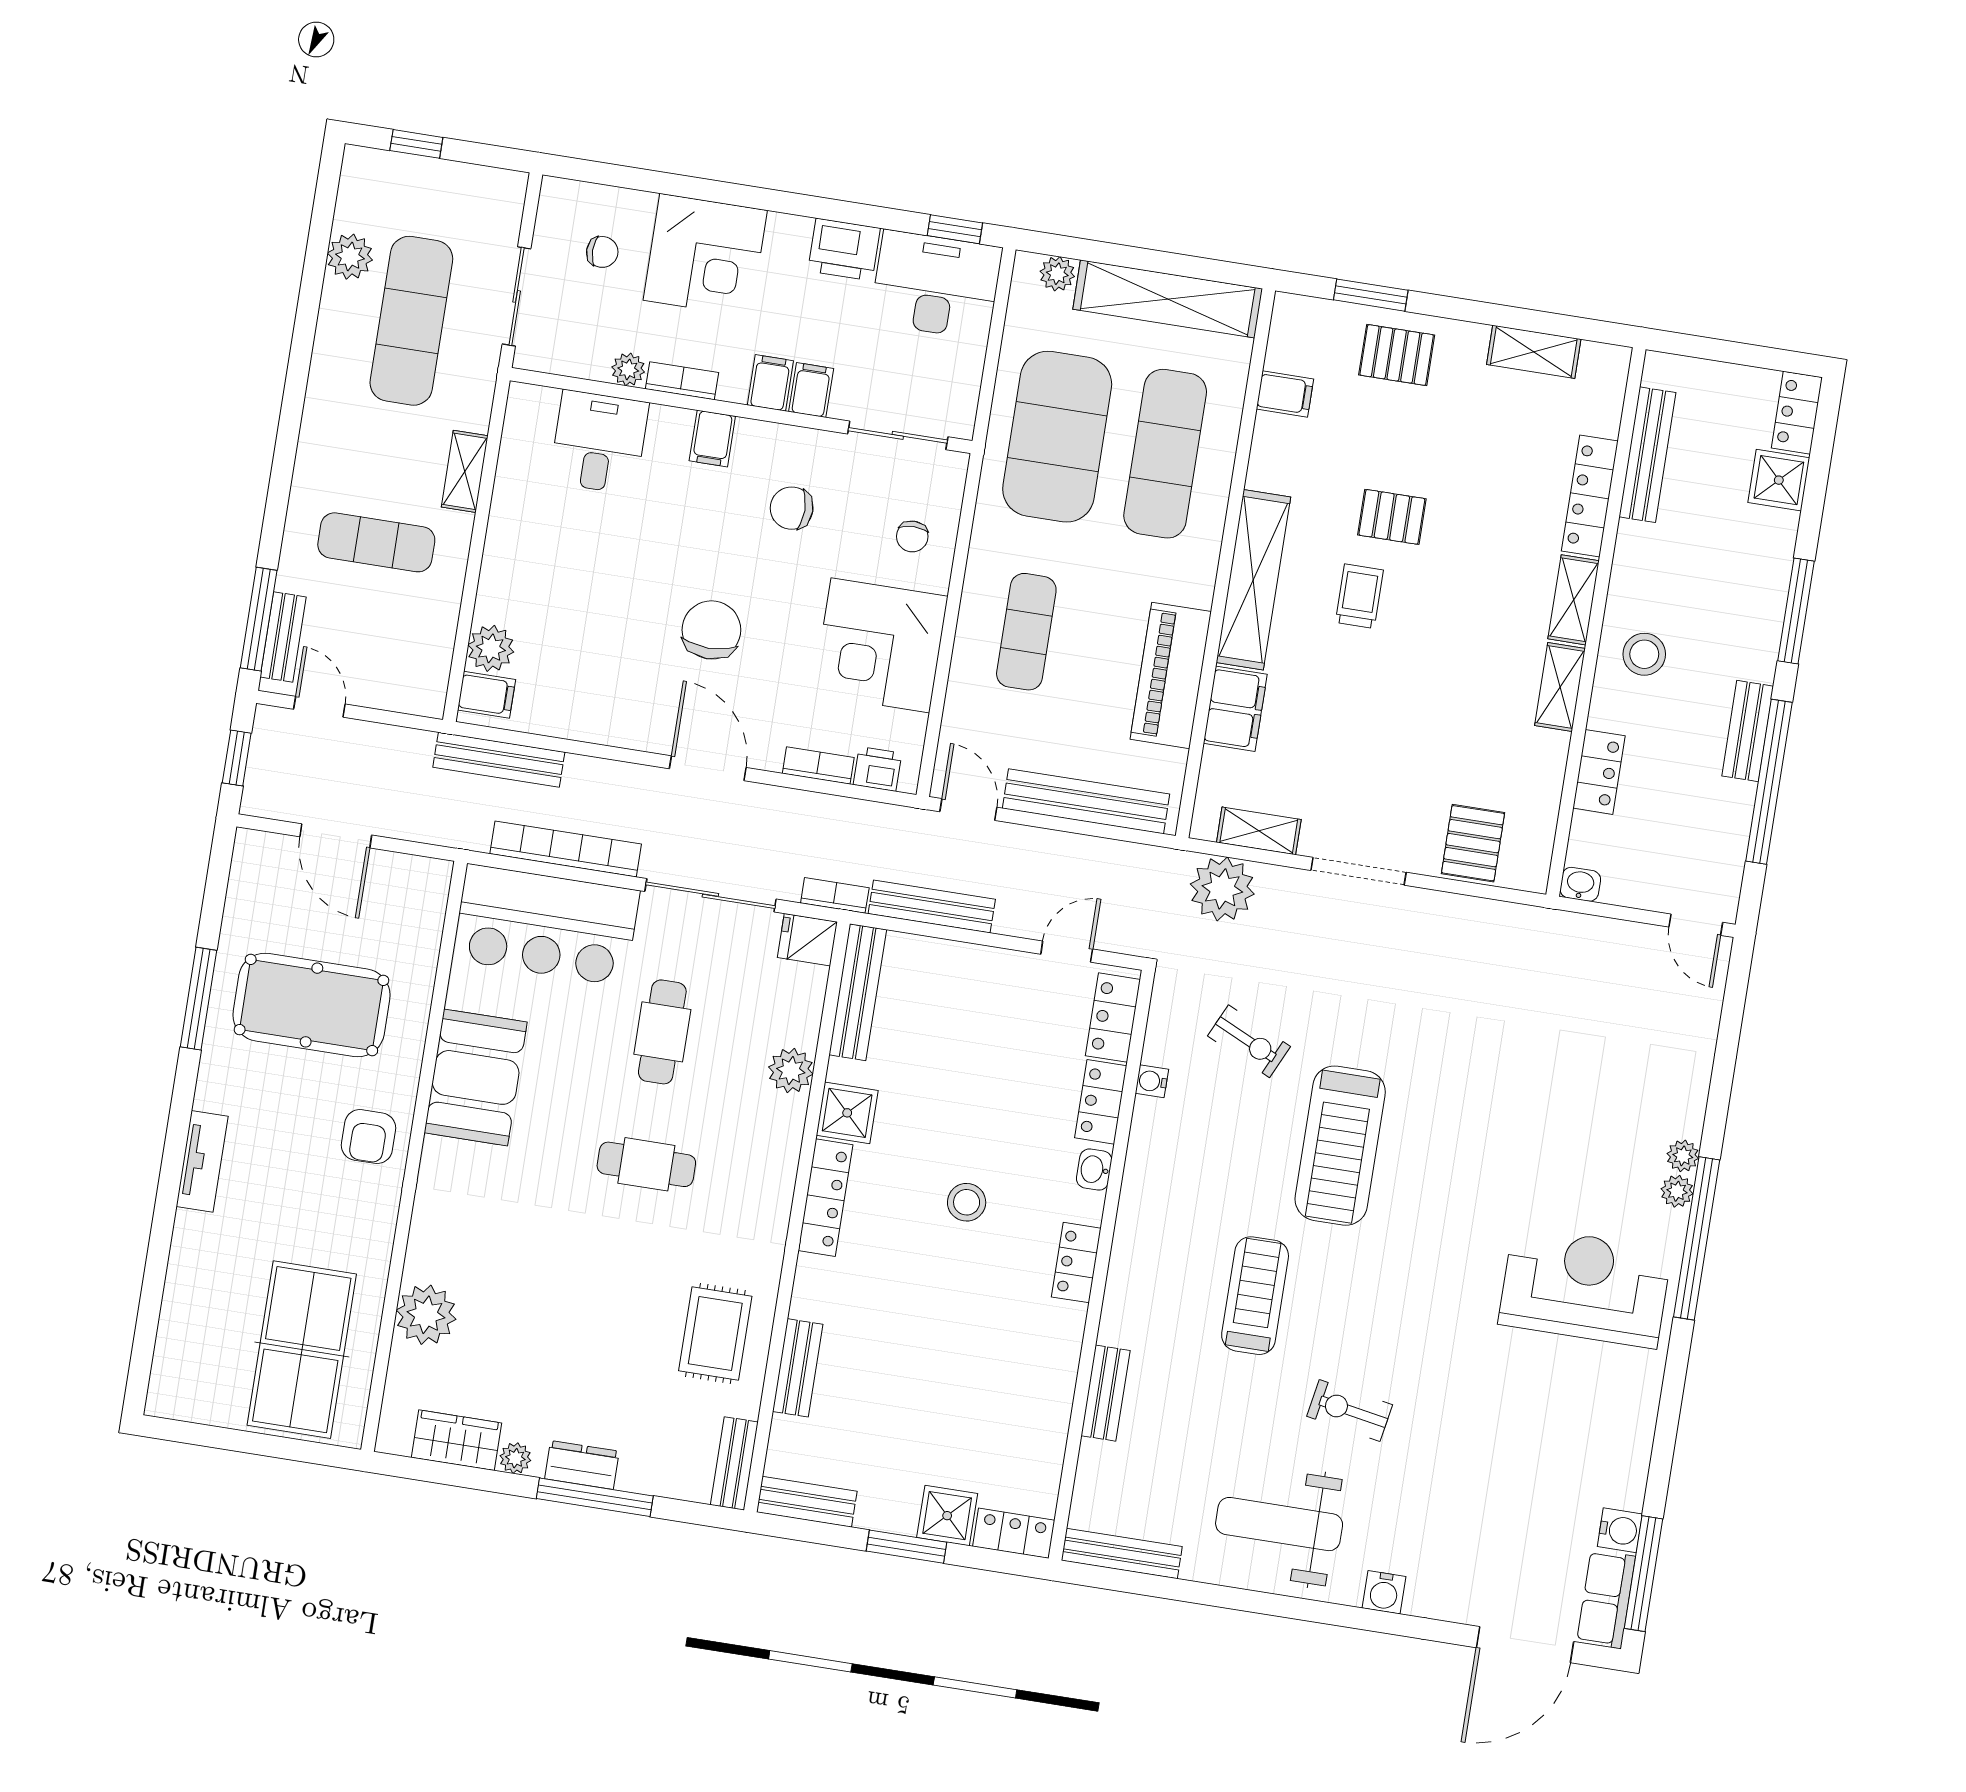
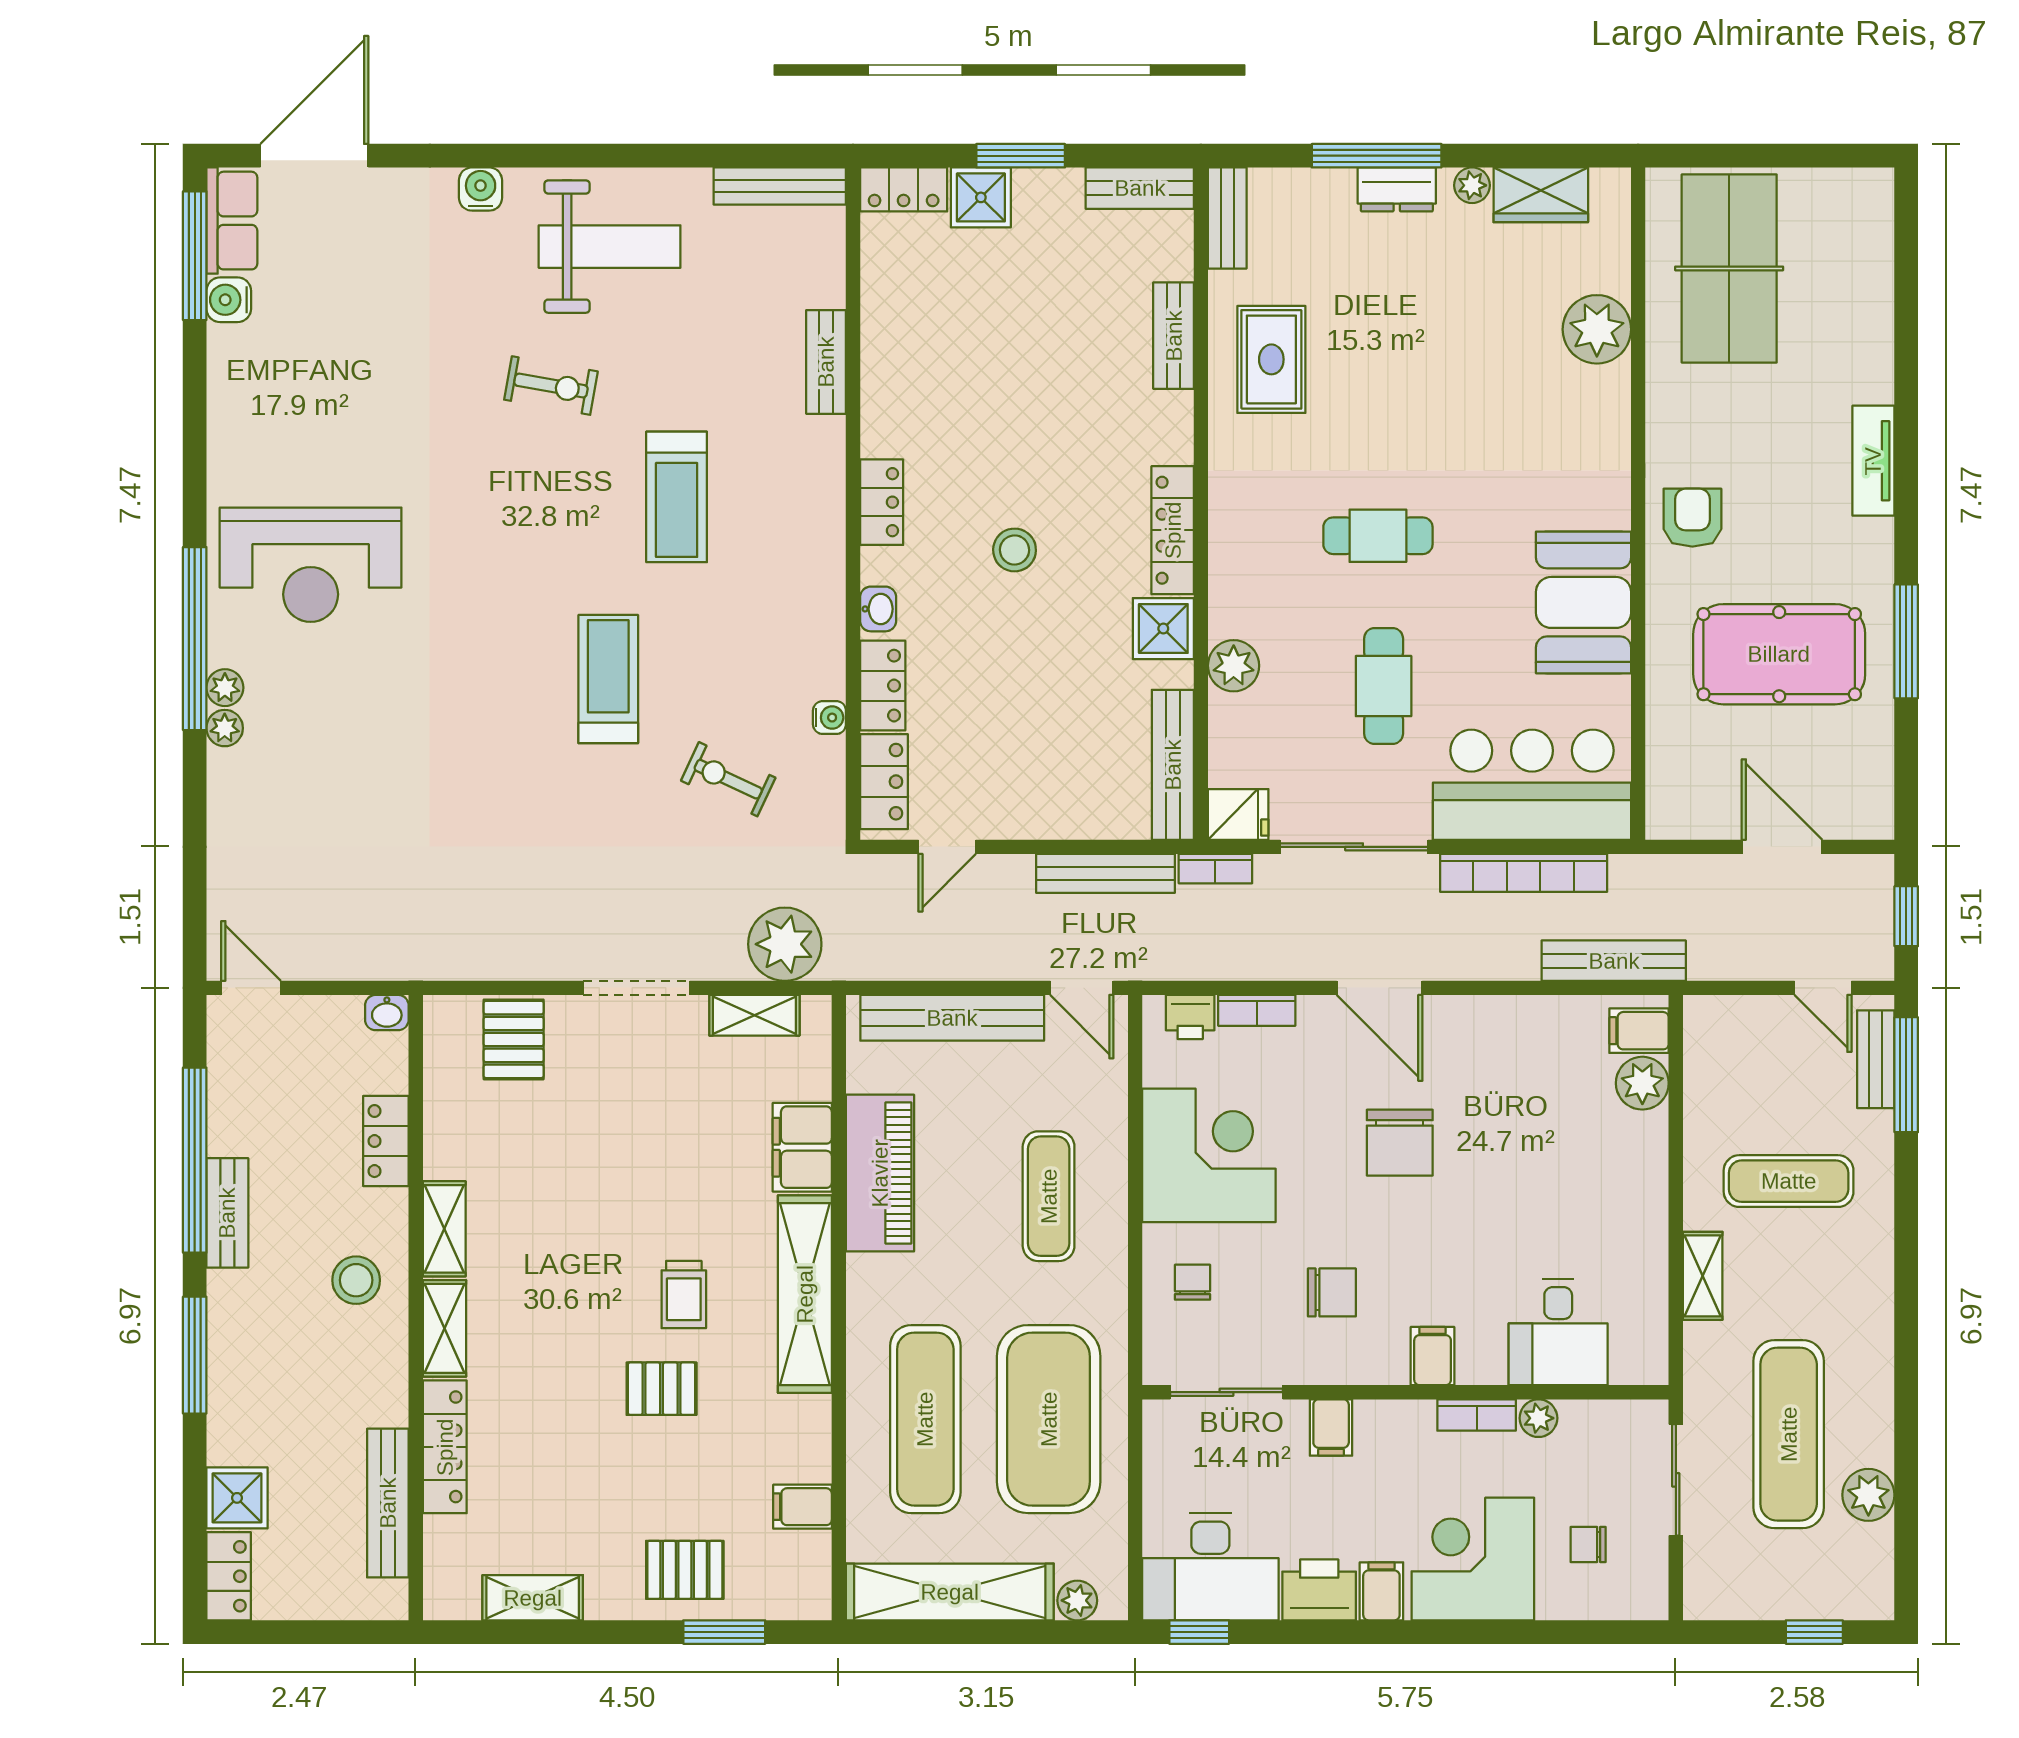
filing cabinet: (770, 383) -> (1381, 1591), moved, turned 180
treadmill: (1340, 1146) -> (608, 679), width x0.73, depth x0.73

